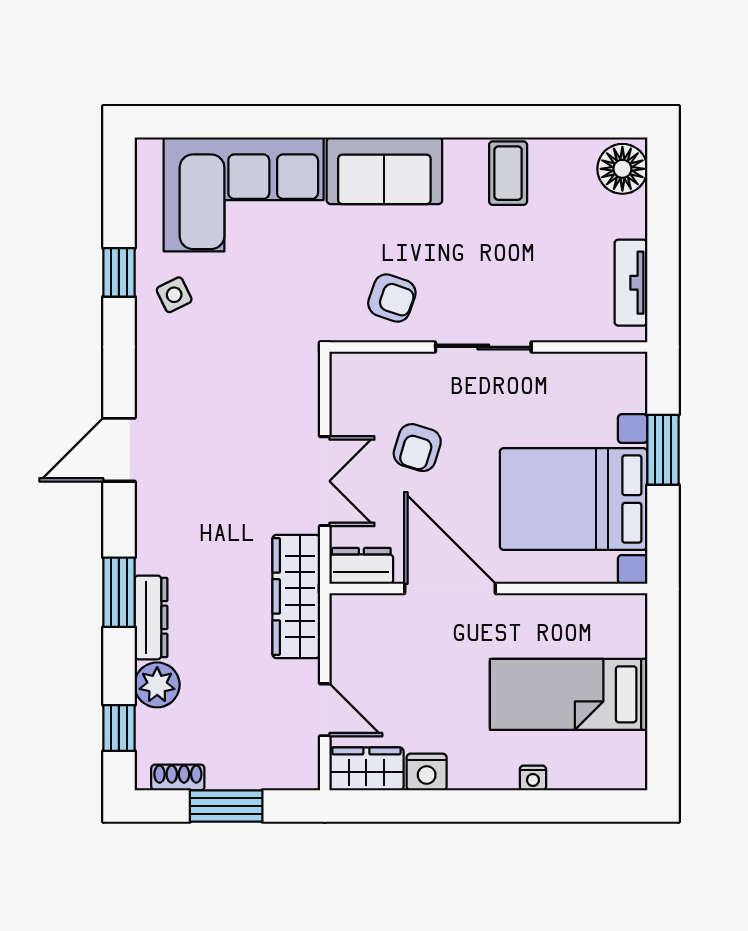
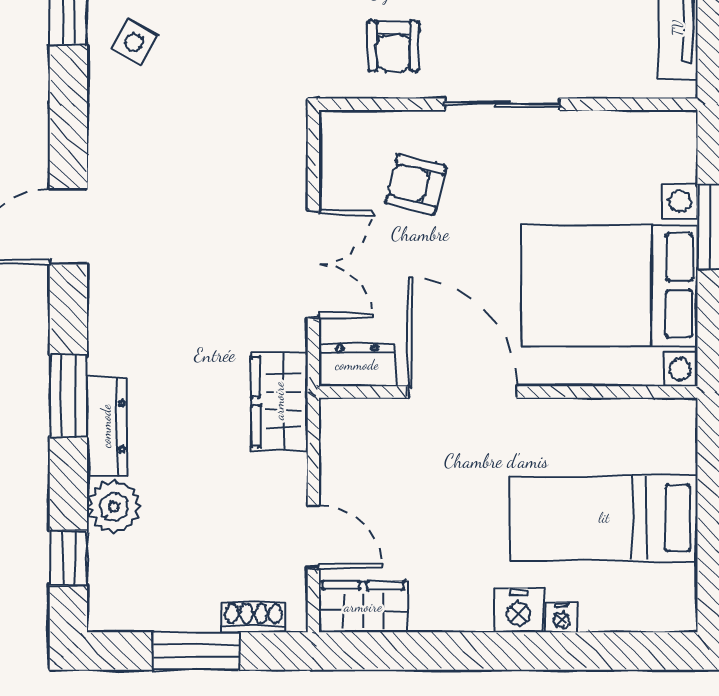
side table: (174, 295) -> (134, 42), turned -34
armchair: (392, 298) -> (393, 46), turned 71
armchair: (417, 448) -> (416, 185), moved, turned 87
wardrobe: (296, 596) -> (279, 401), width x0.67
nightstand: (427, 772) -> (518, 611), moved
shoe rack: (178, 777) -> (254, 617), moved

